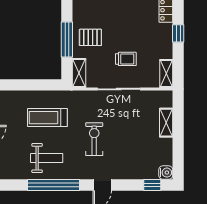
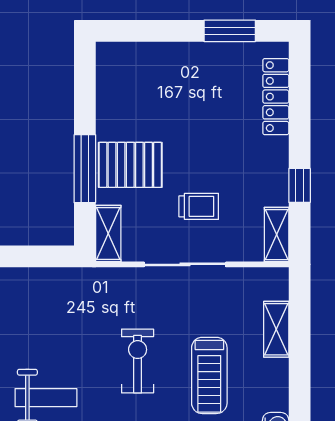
window: (178, 33) -> (300, 185), moved
pallet: (90, 37) -> (130, 165), width x1.50, depth x1.42
treadmill: (47, 118) -> (209, 375), moved, turned -90

